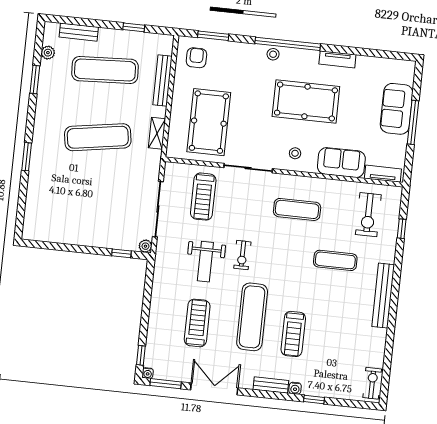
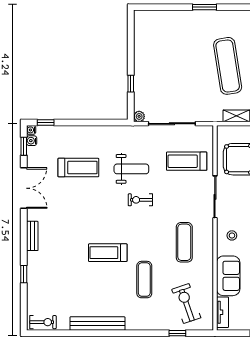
exercise bike: (368, 215) -> (186, 304), turned 71
window: (121, 253) -> (131, 84), moved
weight bench: (205, 262) -> (131, 169), turned 180
bench: (383, 296) -> (97, 324), moved
exercise mat: (252, 317) -> (89, 214), removed
treadmill: (293, 334) -> (108, 253), moved
window: (166, 384) -> (24, 146), width x0.67
water cooler: (295, 388) -> (32, 141), moved

